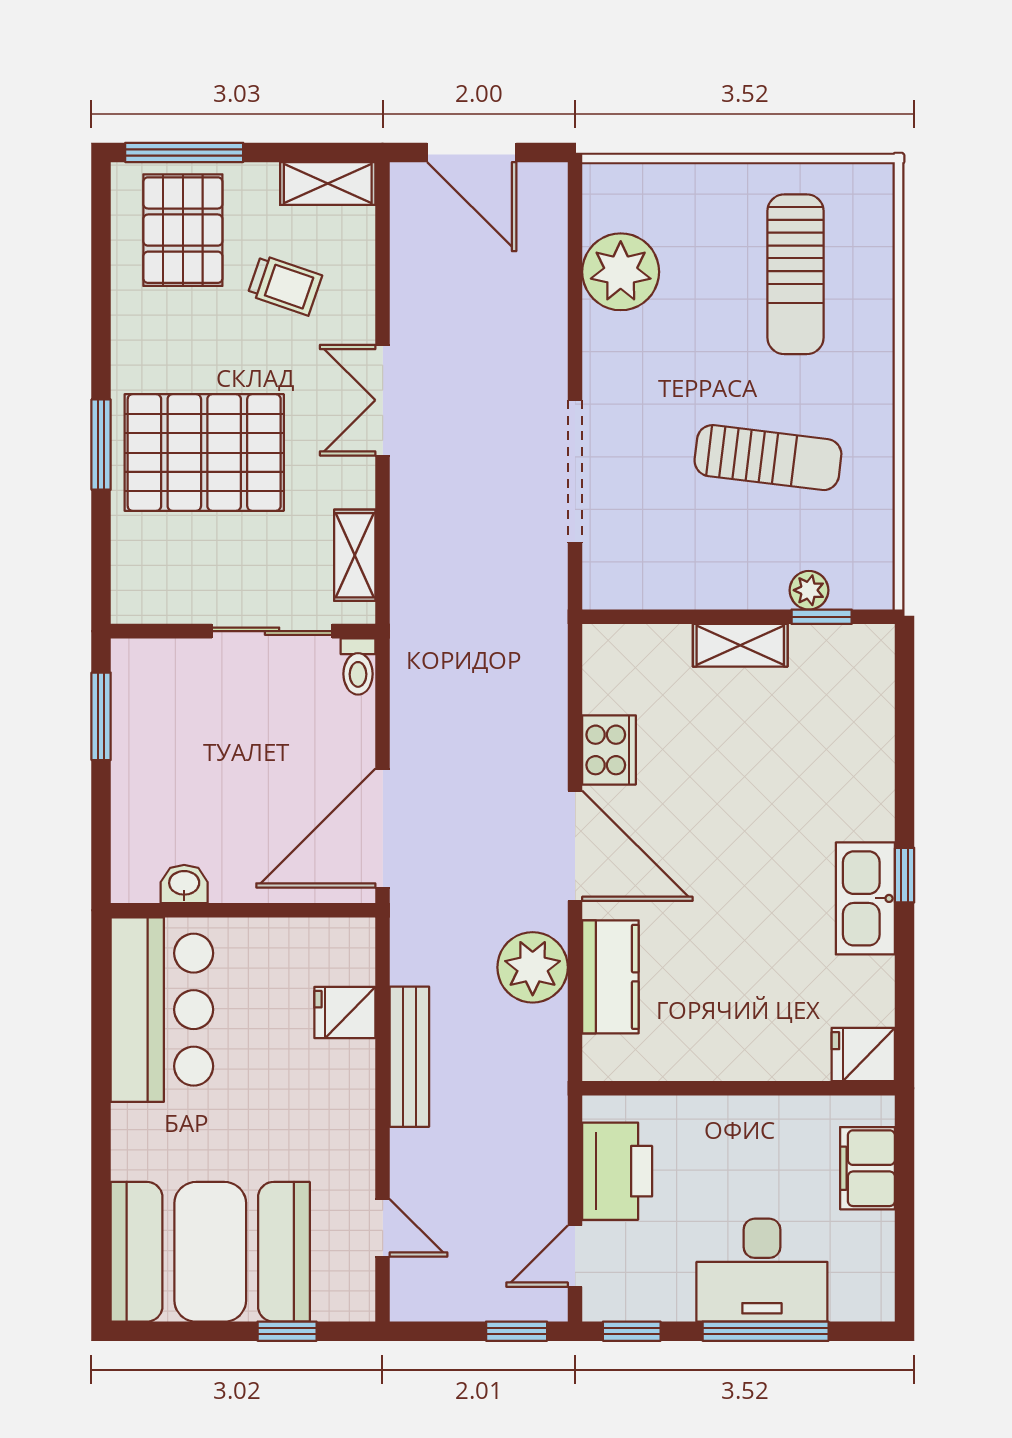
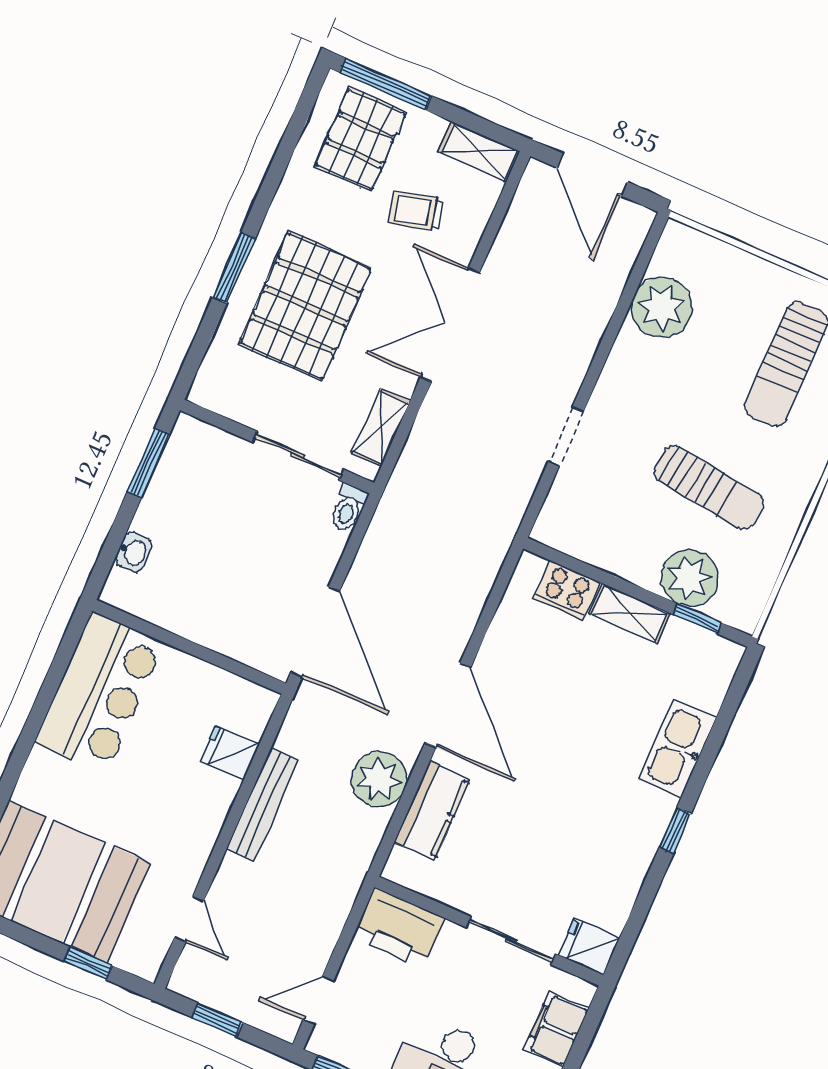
trolley: (285, 285) -> (416, 211), turned 146
double door: (383, 400) -> (450, 325), width x1.37
pallet: (204, 453) -> (306, 306), turned 90
doorway: (575, 472) -> (566, 437), width x0.53
plant: (809, 590) -> (690, 578), width x1.87, depth x1.87
cooker: (609, 750) -> (566, 590), moved, turned 90
door: (383, 828) -> (315, 632), swing flipped
washbasin: (184, 884) -> (134, 552), moved, turned 90
kitchen sink: (865, 898) -> (678, 749), moved
sliding door: (769, 1088) -> (511, 941), added
printer: (617, 1171) -> (399, 928), moved, turned 90
window: (517, 1331) -> (217, 1020), moved

